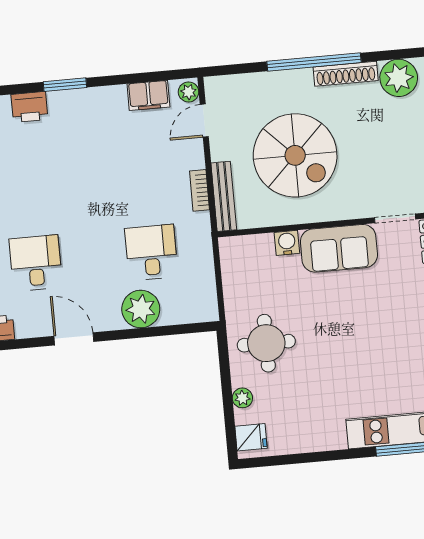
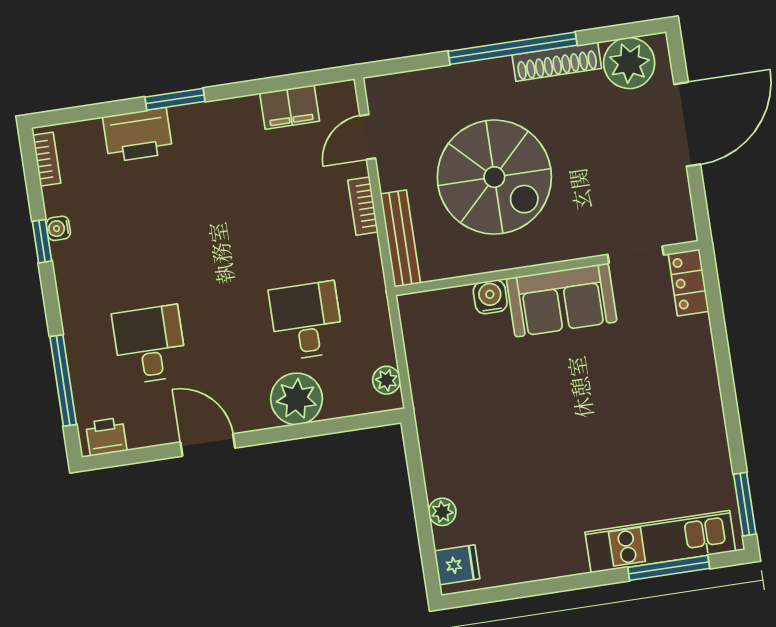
plant: (189, 92) -> (386, 380), moved
printer: (29, 107) -> (138, 135), width x1.37, depth x1.19
bookcase: (199, 190) -> (363, 206), moved
round table: (266, 343) -> (470, 435), removed

